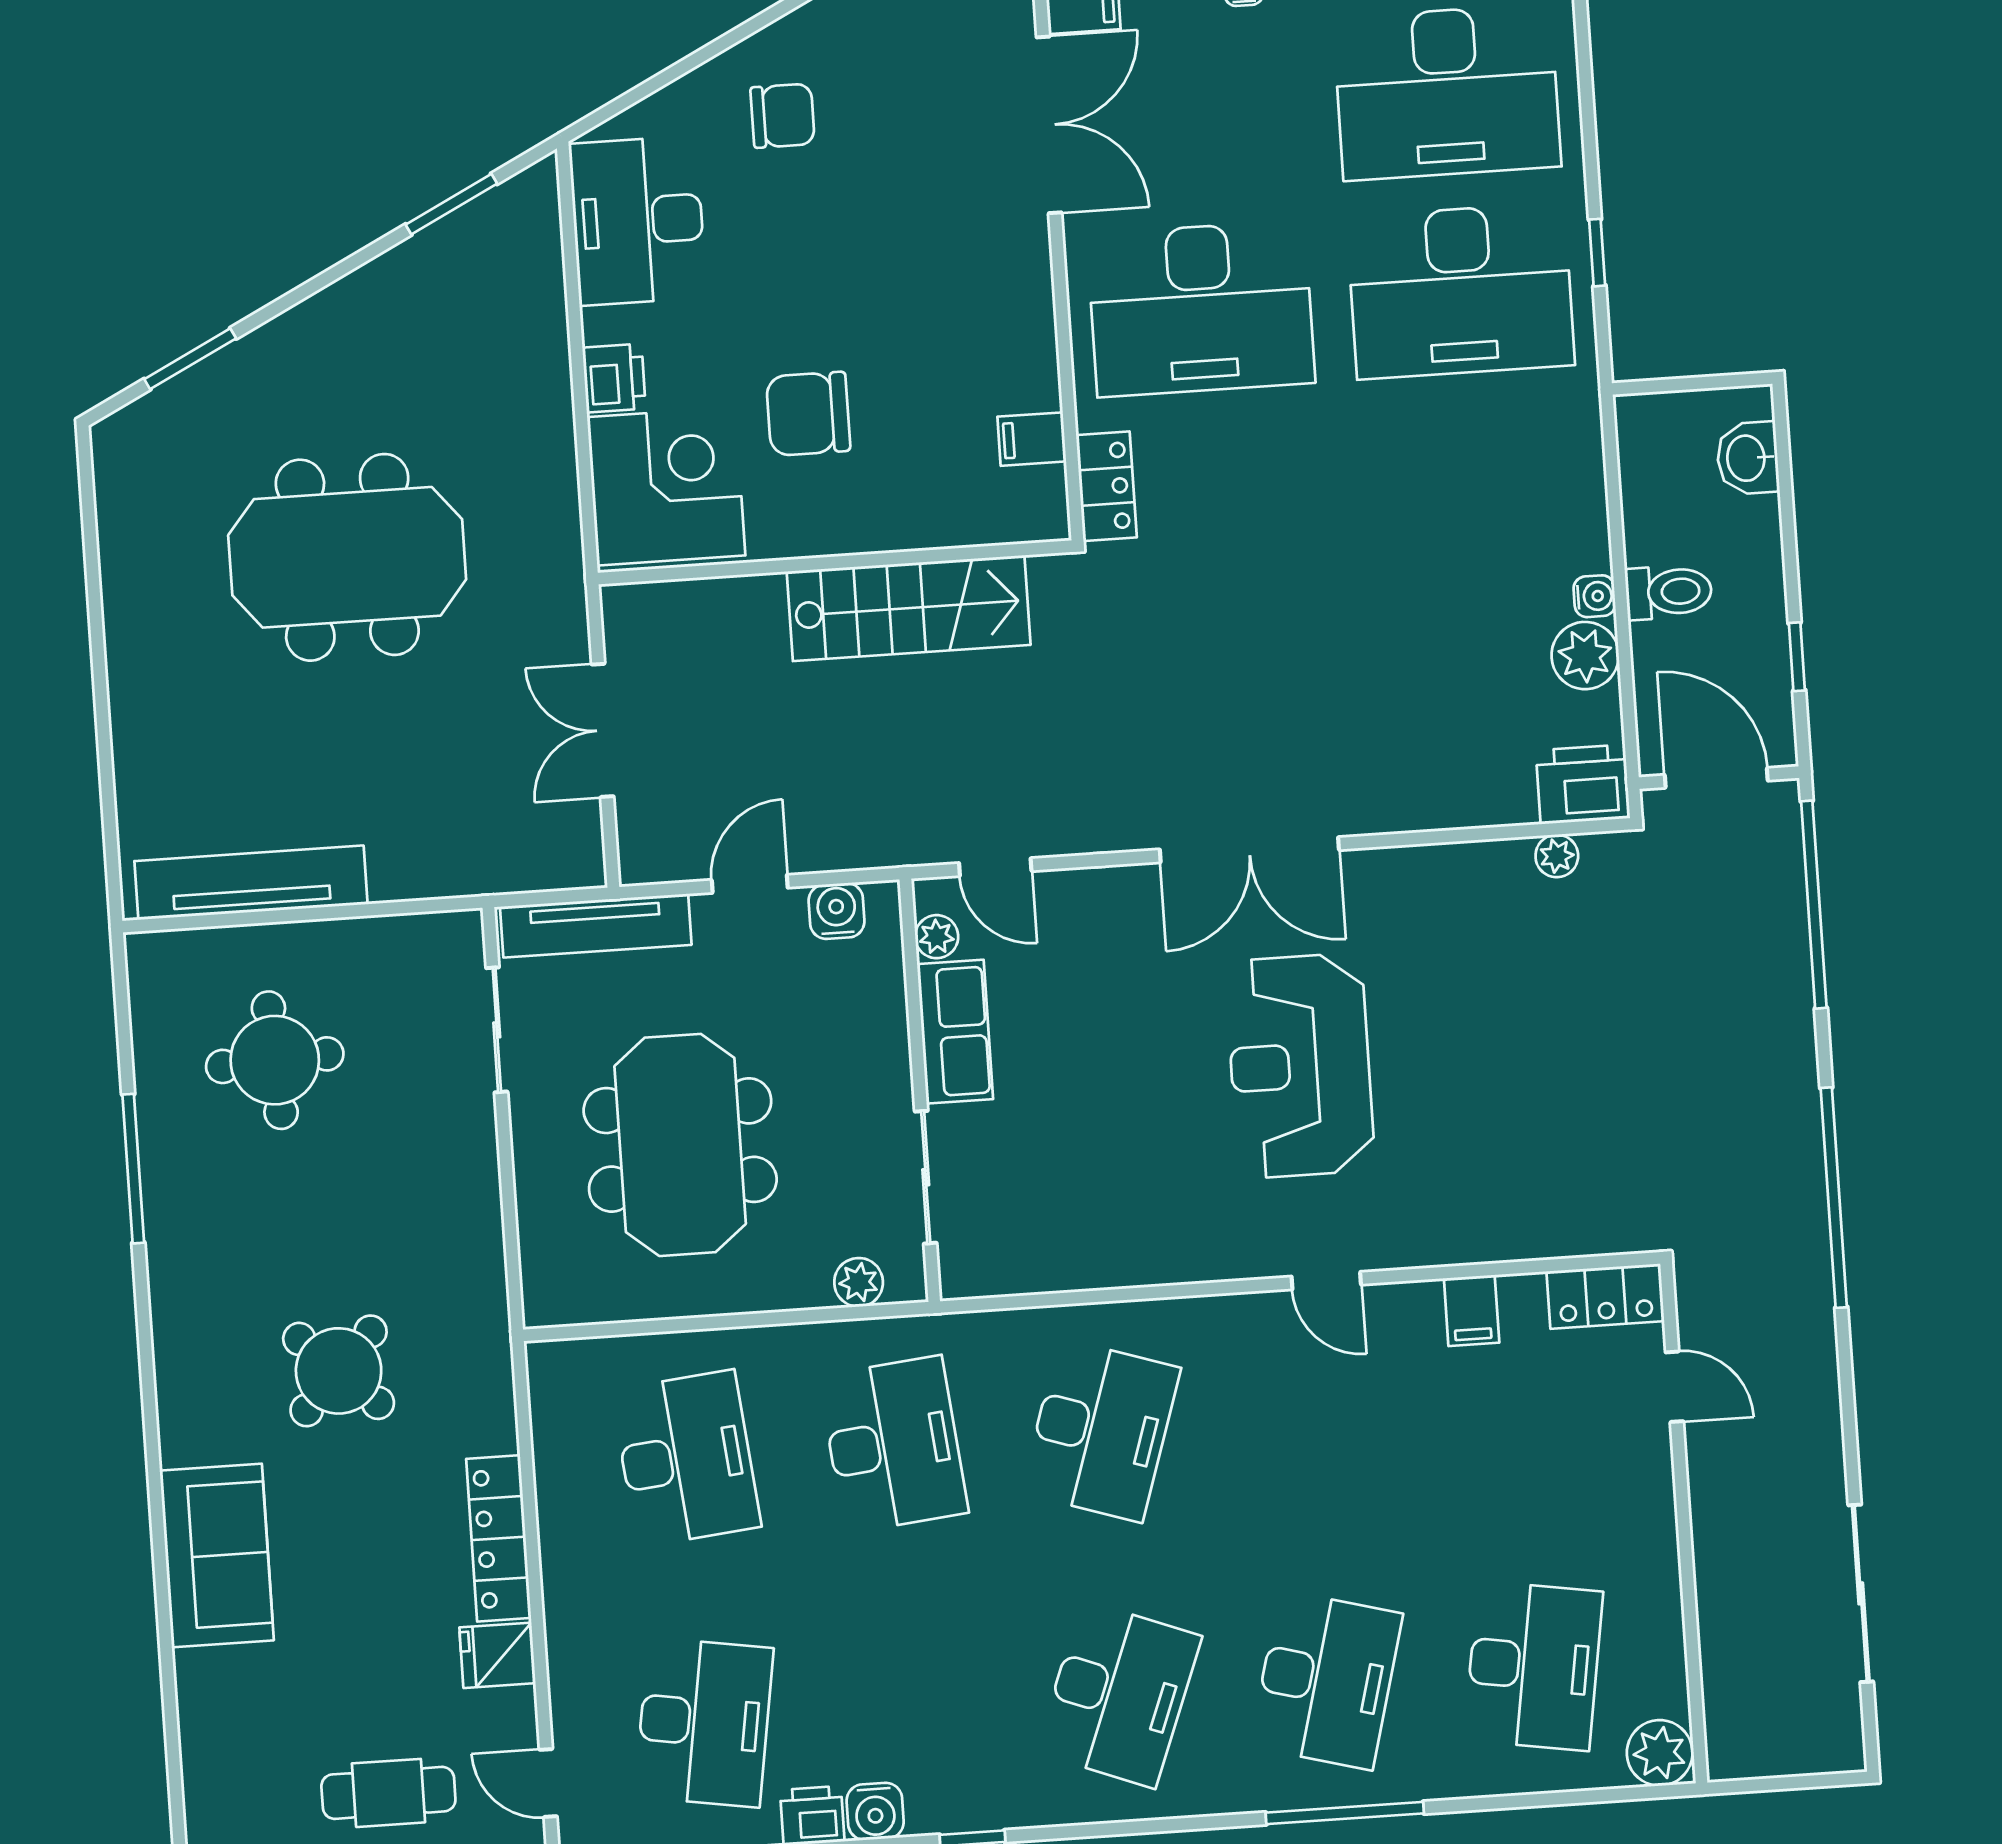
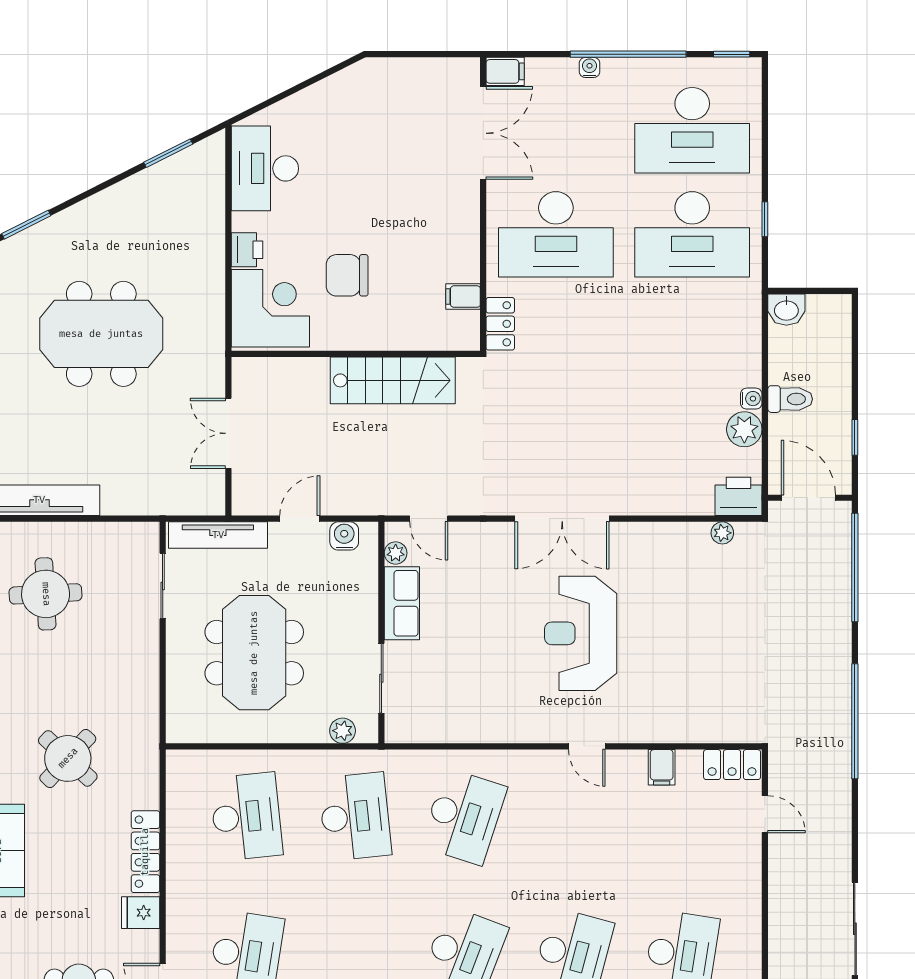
chair: (783, 116) -> (344, 119), removed
washbasin: (1748, 458) -> (786, 310), moved, turned -90

